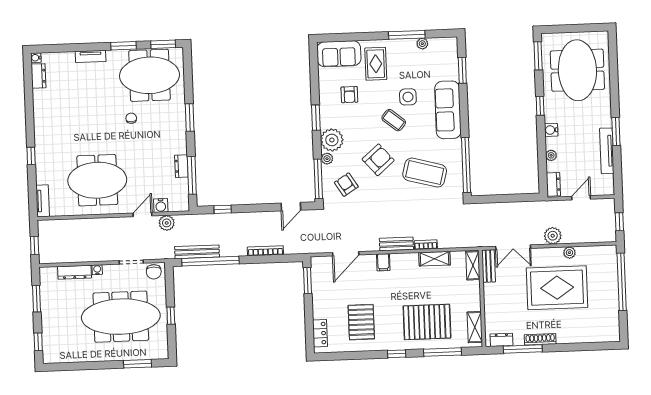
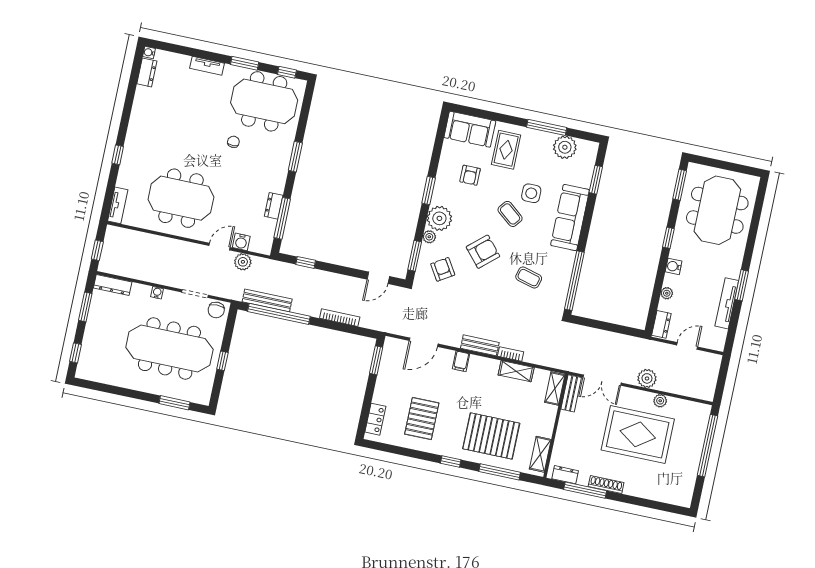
window: (163, 44) -> (287, 72), width x0.67
plant: (422, 44) -> (565, 147), width x1.87, depth x1.87
coffee table: (425, 173) -> (529, 278), width x0.54, depth x0.58
window: (318, 179) -> (415, 256), width x0.69
window: (619, 222) -> (721, 381), removed
dresser: (75, 272) -> (113, 285), moved

